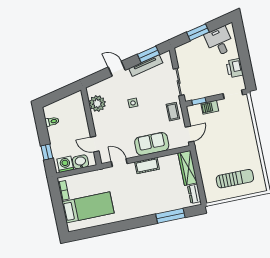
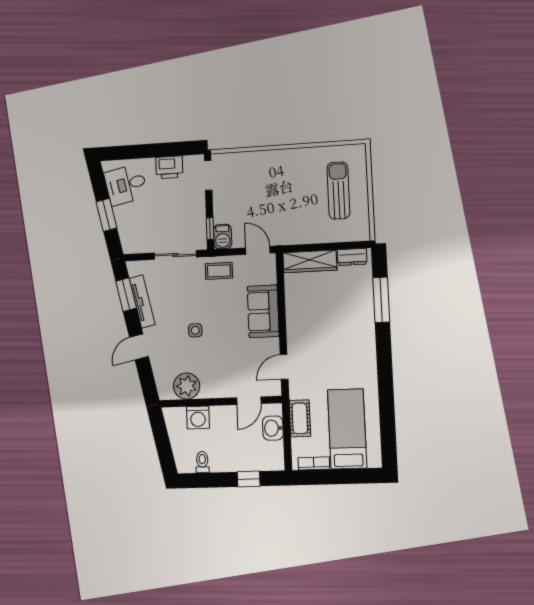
barbecue: (210, 107) -> (223, 237), moved
washing machine: (65, 164) -> (198, 417), moved, turned -90
cot: (147, 166) -> (300, 418), moved

